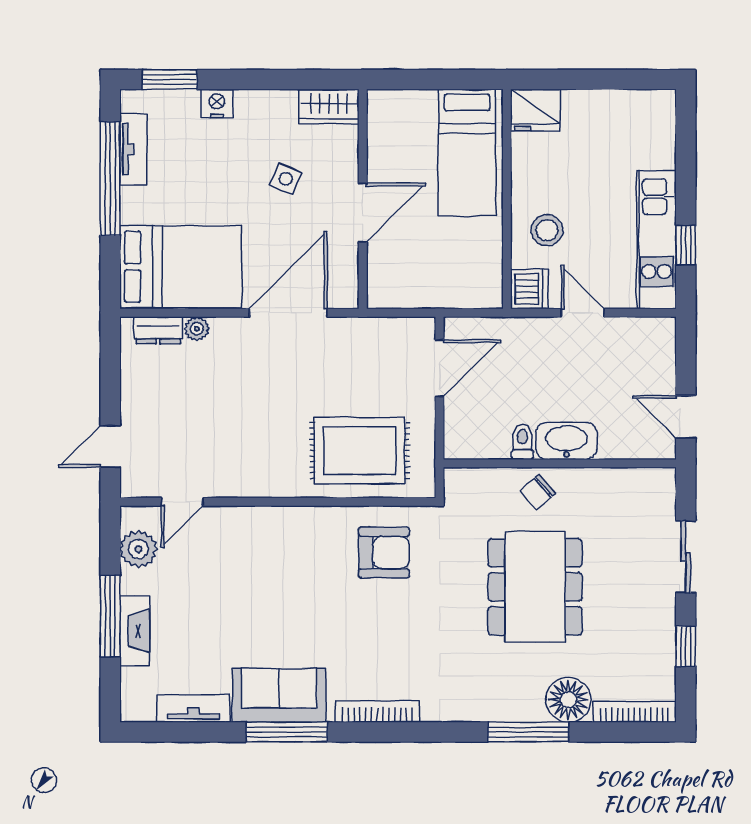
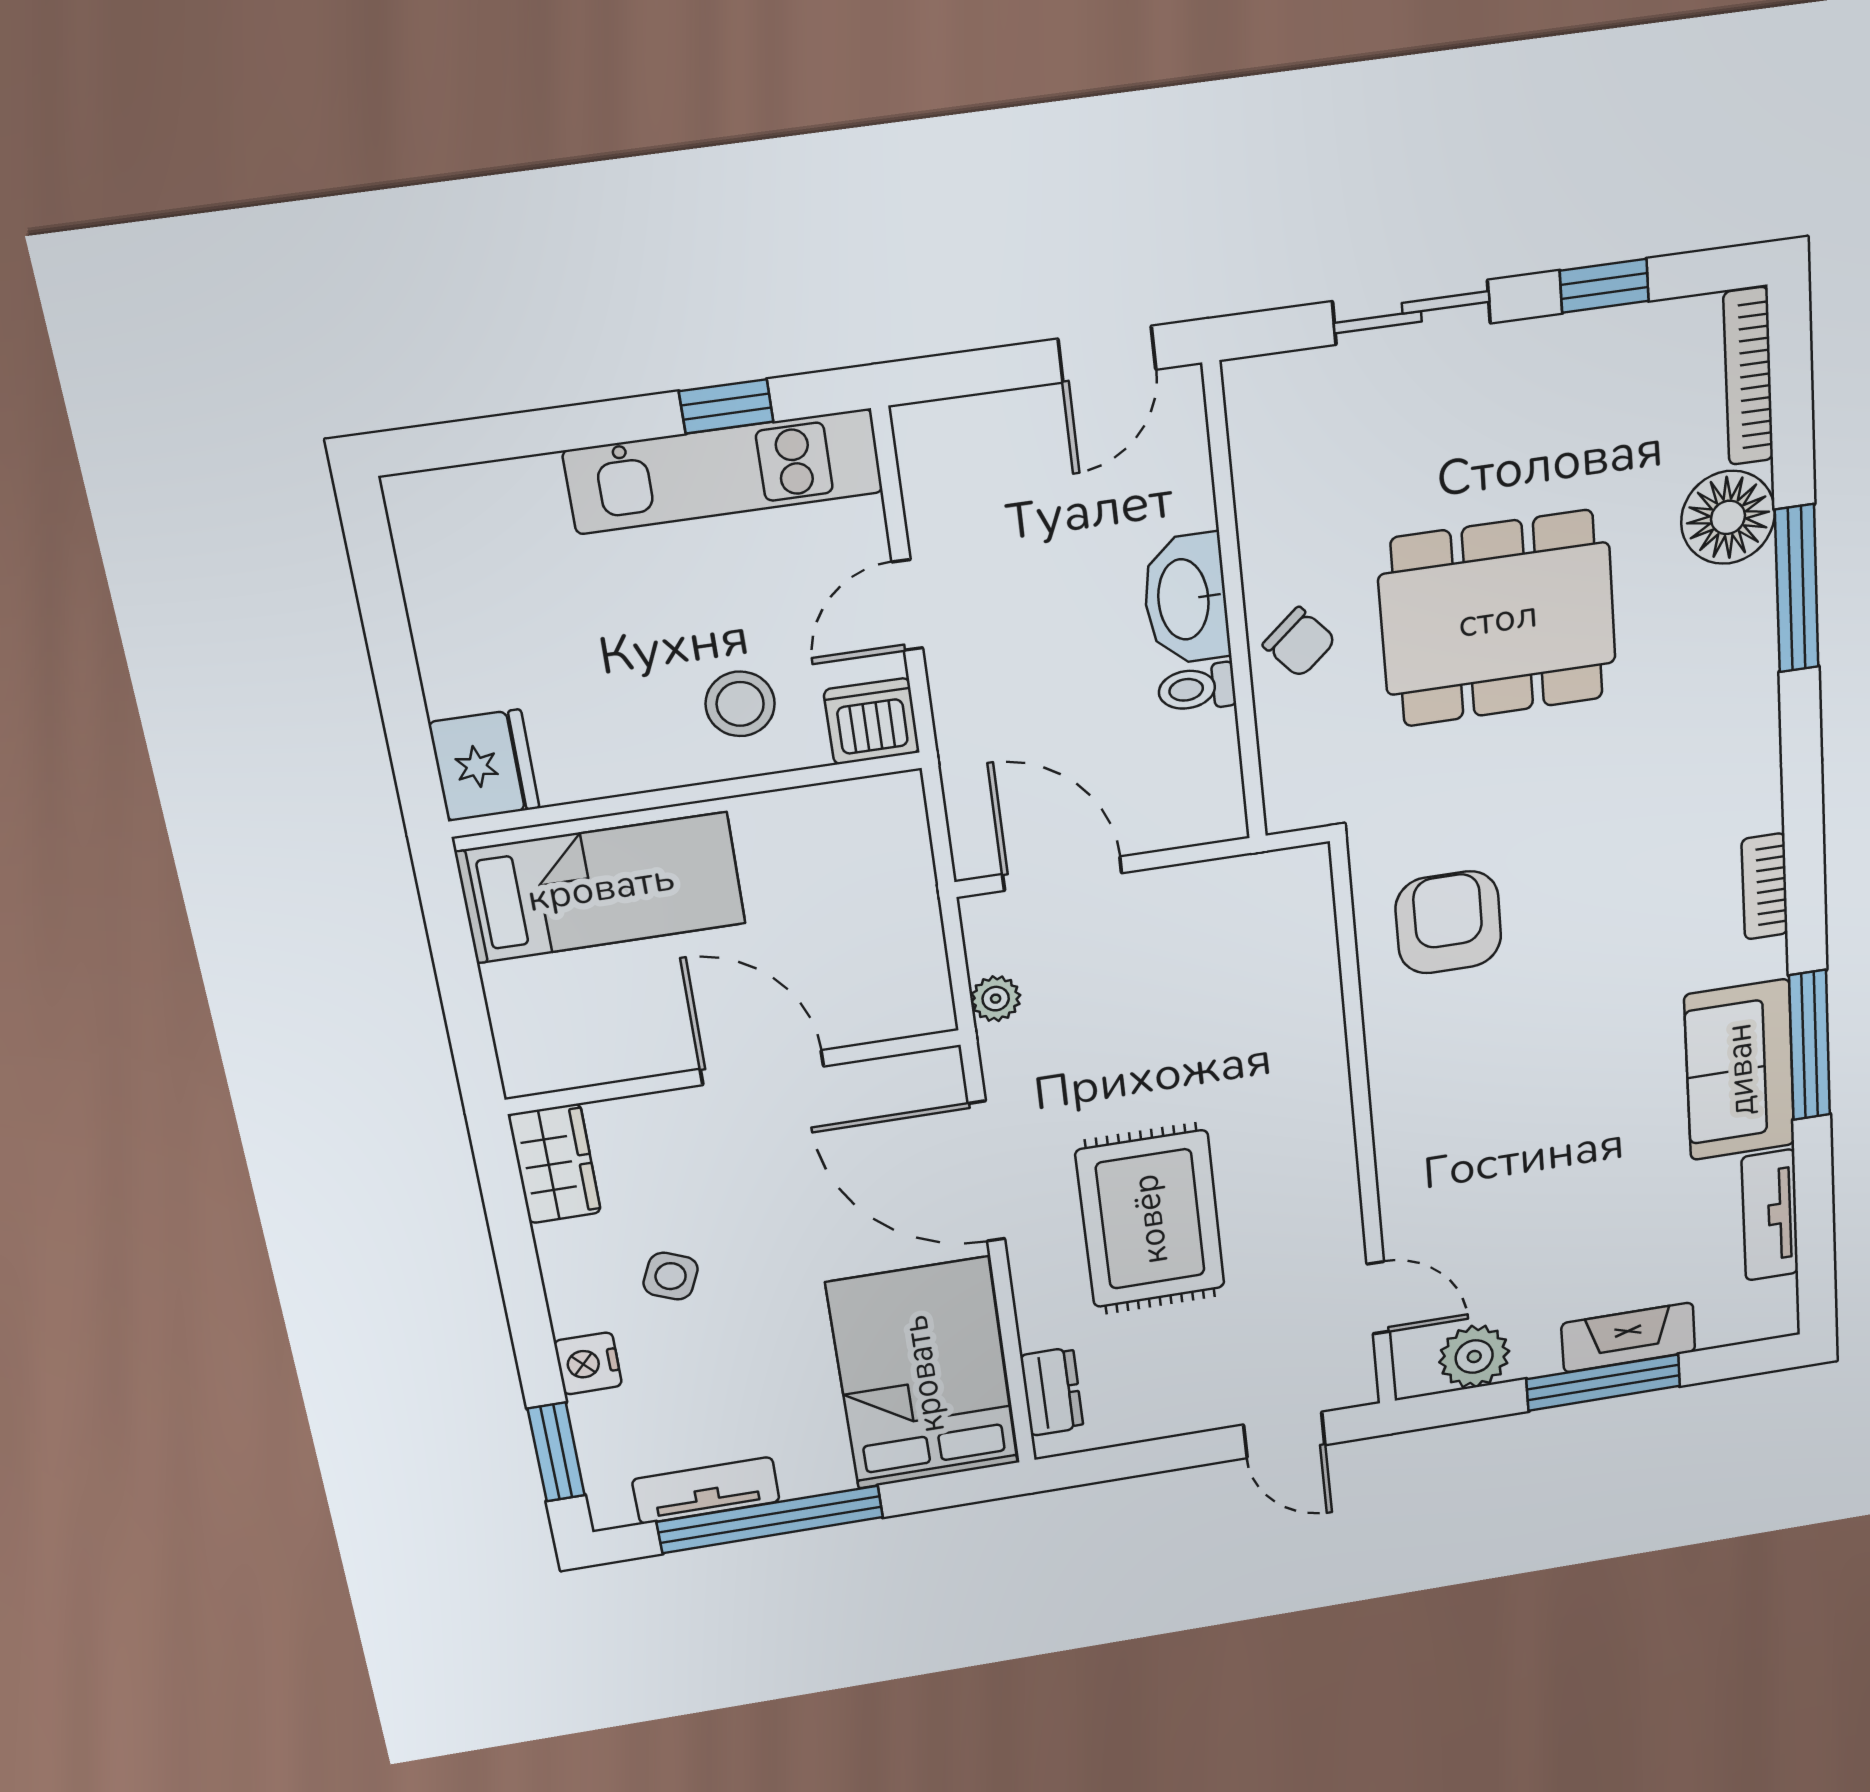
side table: (286, 179) -> (671, 1276), moved
plant: (197, 329) -> (996, 999), moved
rug: (360, 451) -> (1150, 1219), moved
bookcase: (377, 711) -> (1765, 886), width x0.64

